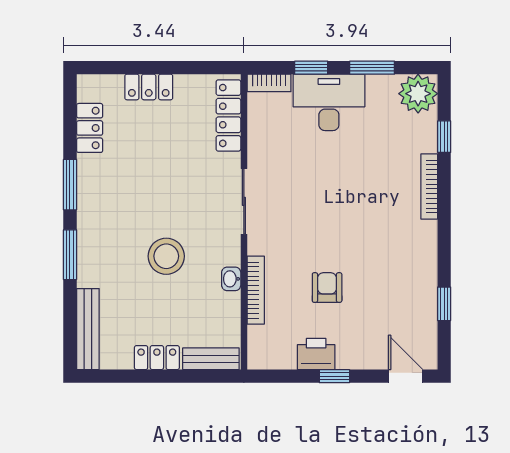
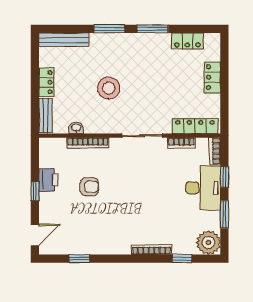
bookcase: (256, 138) -> (181, 143), added
washbasin: (231, 279) -> (76, 128), moved

